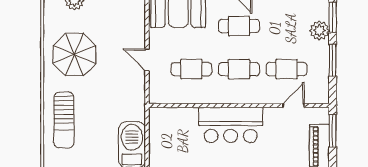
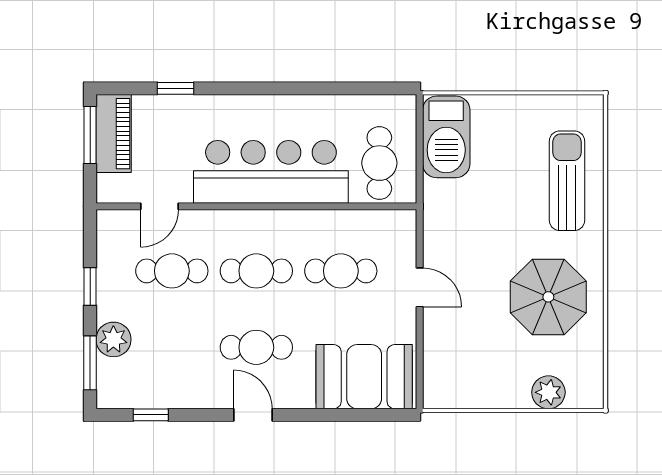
window: (333, 60) -> (90, 287), width x0.67
bar counter: (231, 125) -> (271, 172), width x1.36
cafe table: (170, 130) -> (379, 163), added
window: (333, 131) -> (90, 135), moved

